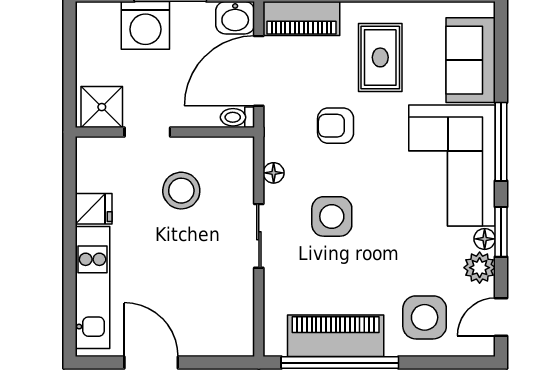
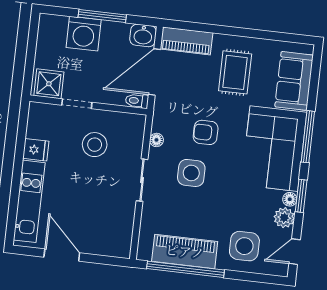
armchair: (336, 126) -> (206, 132), moved

